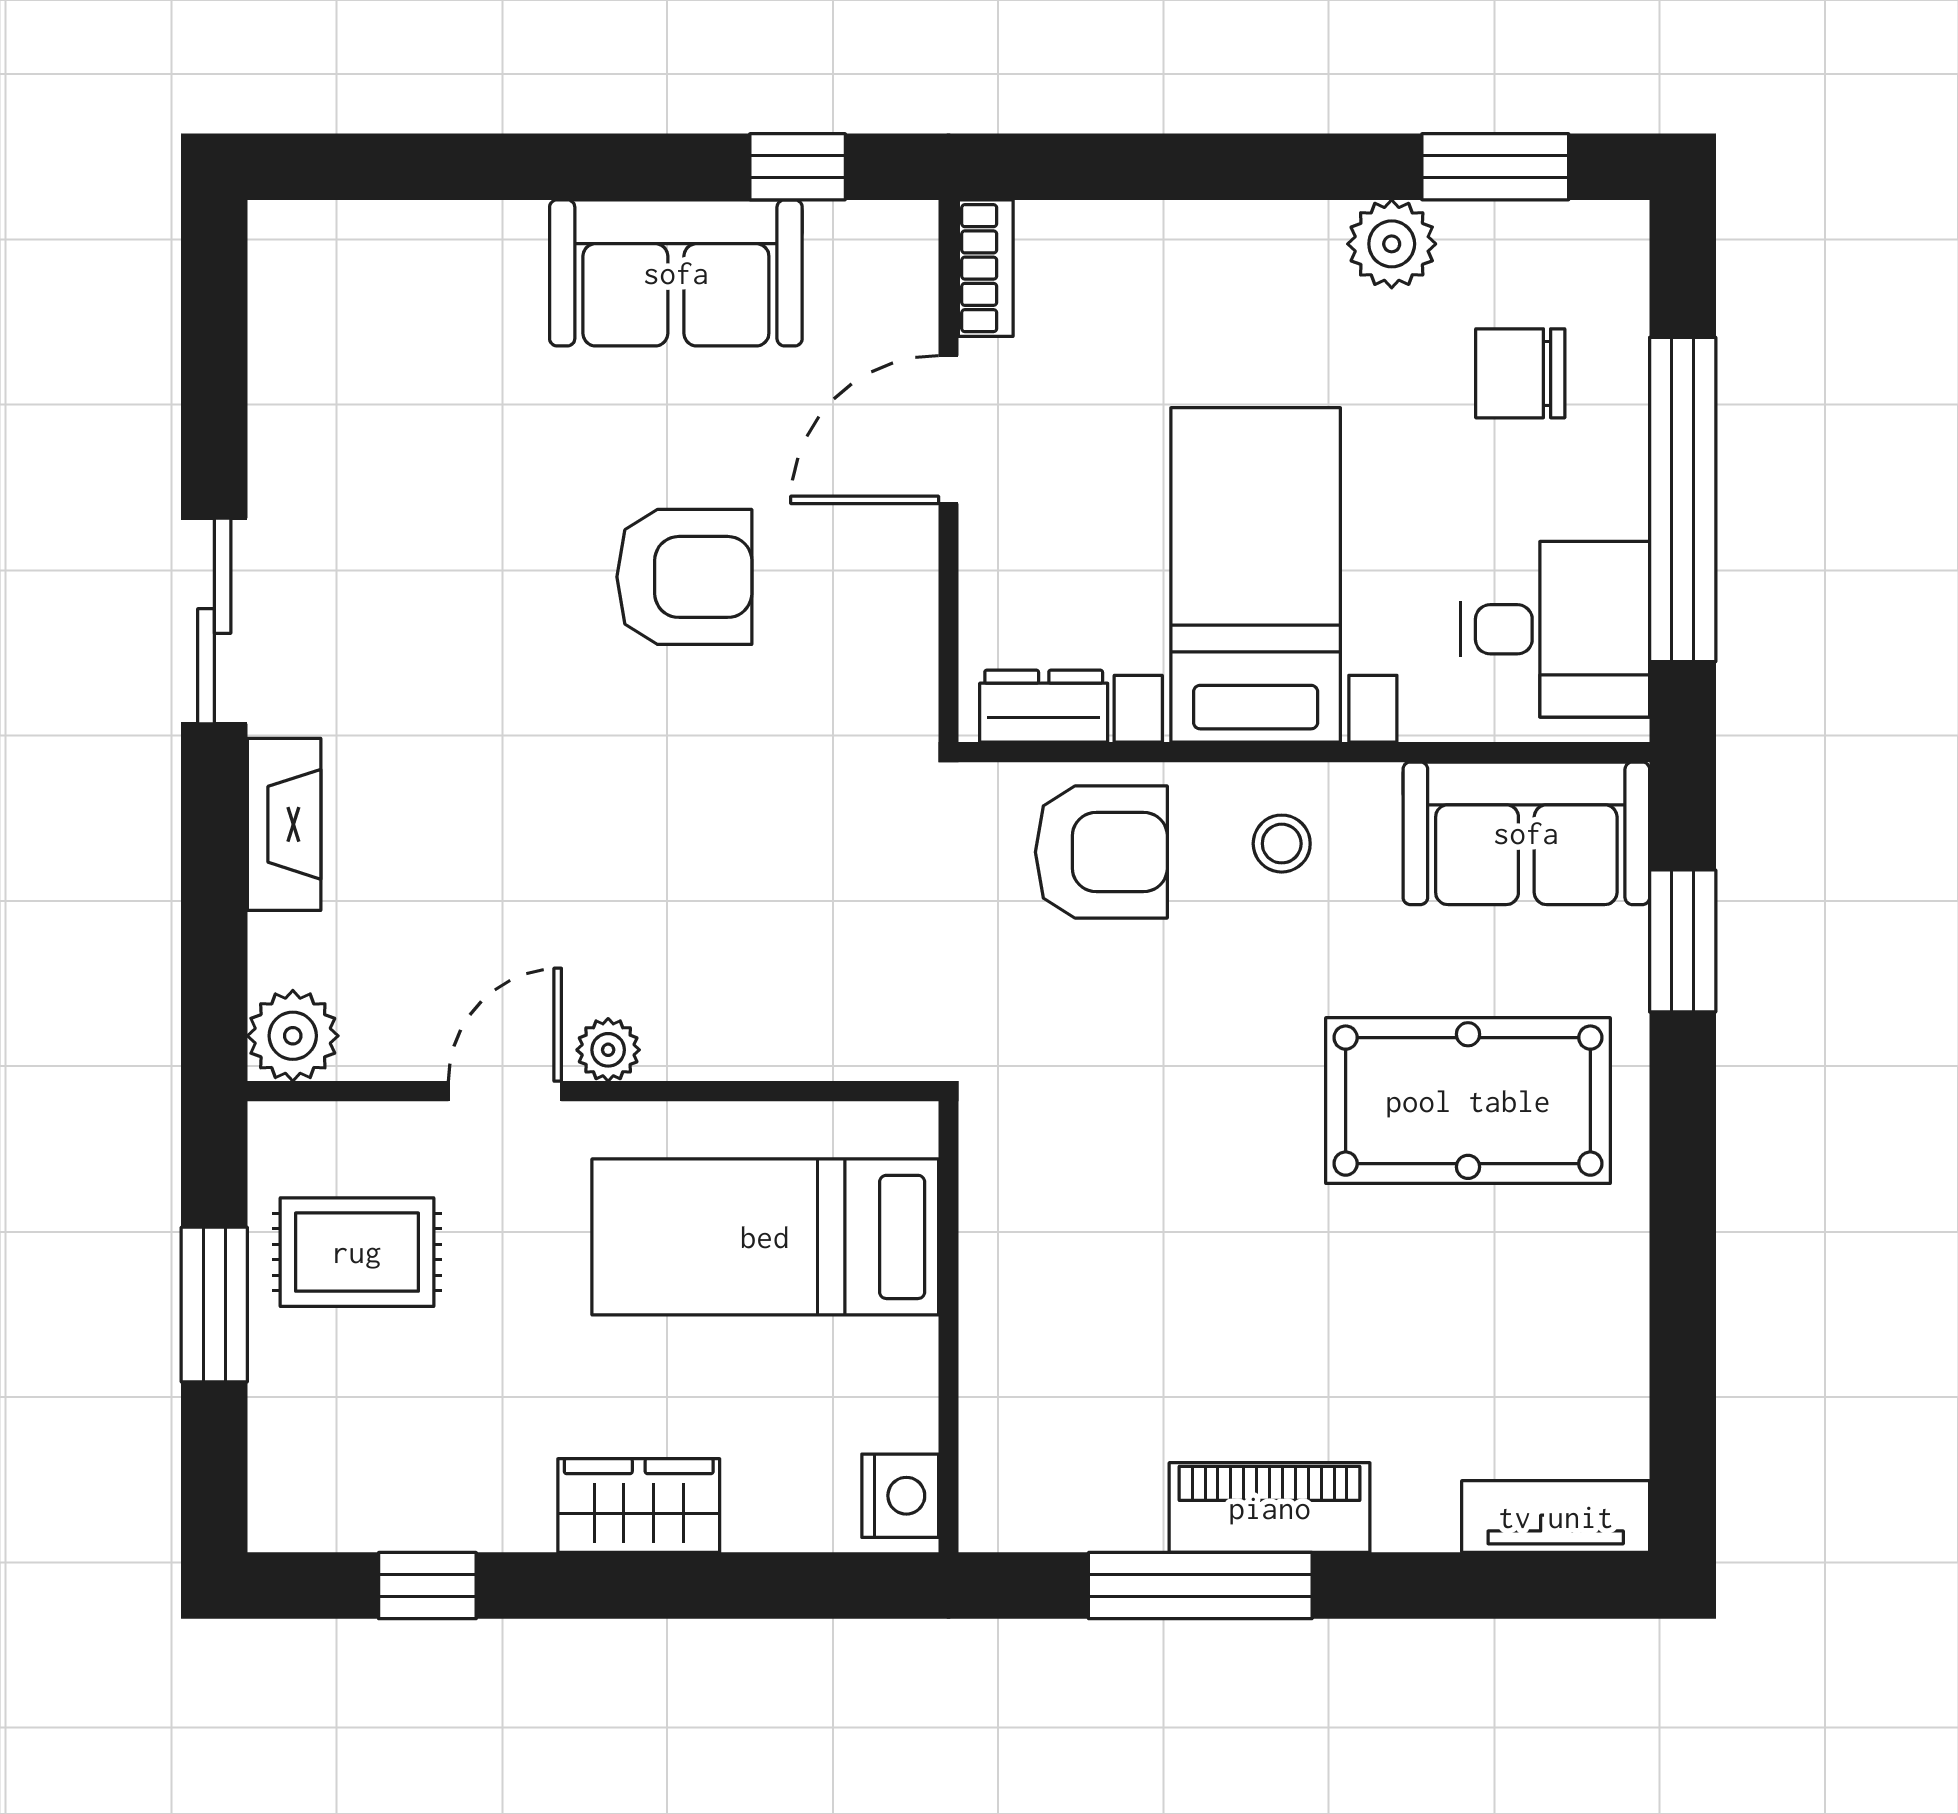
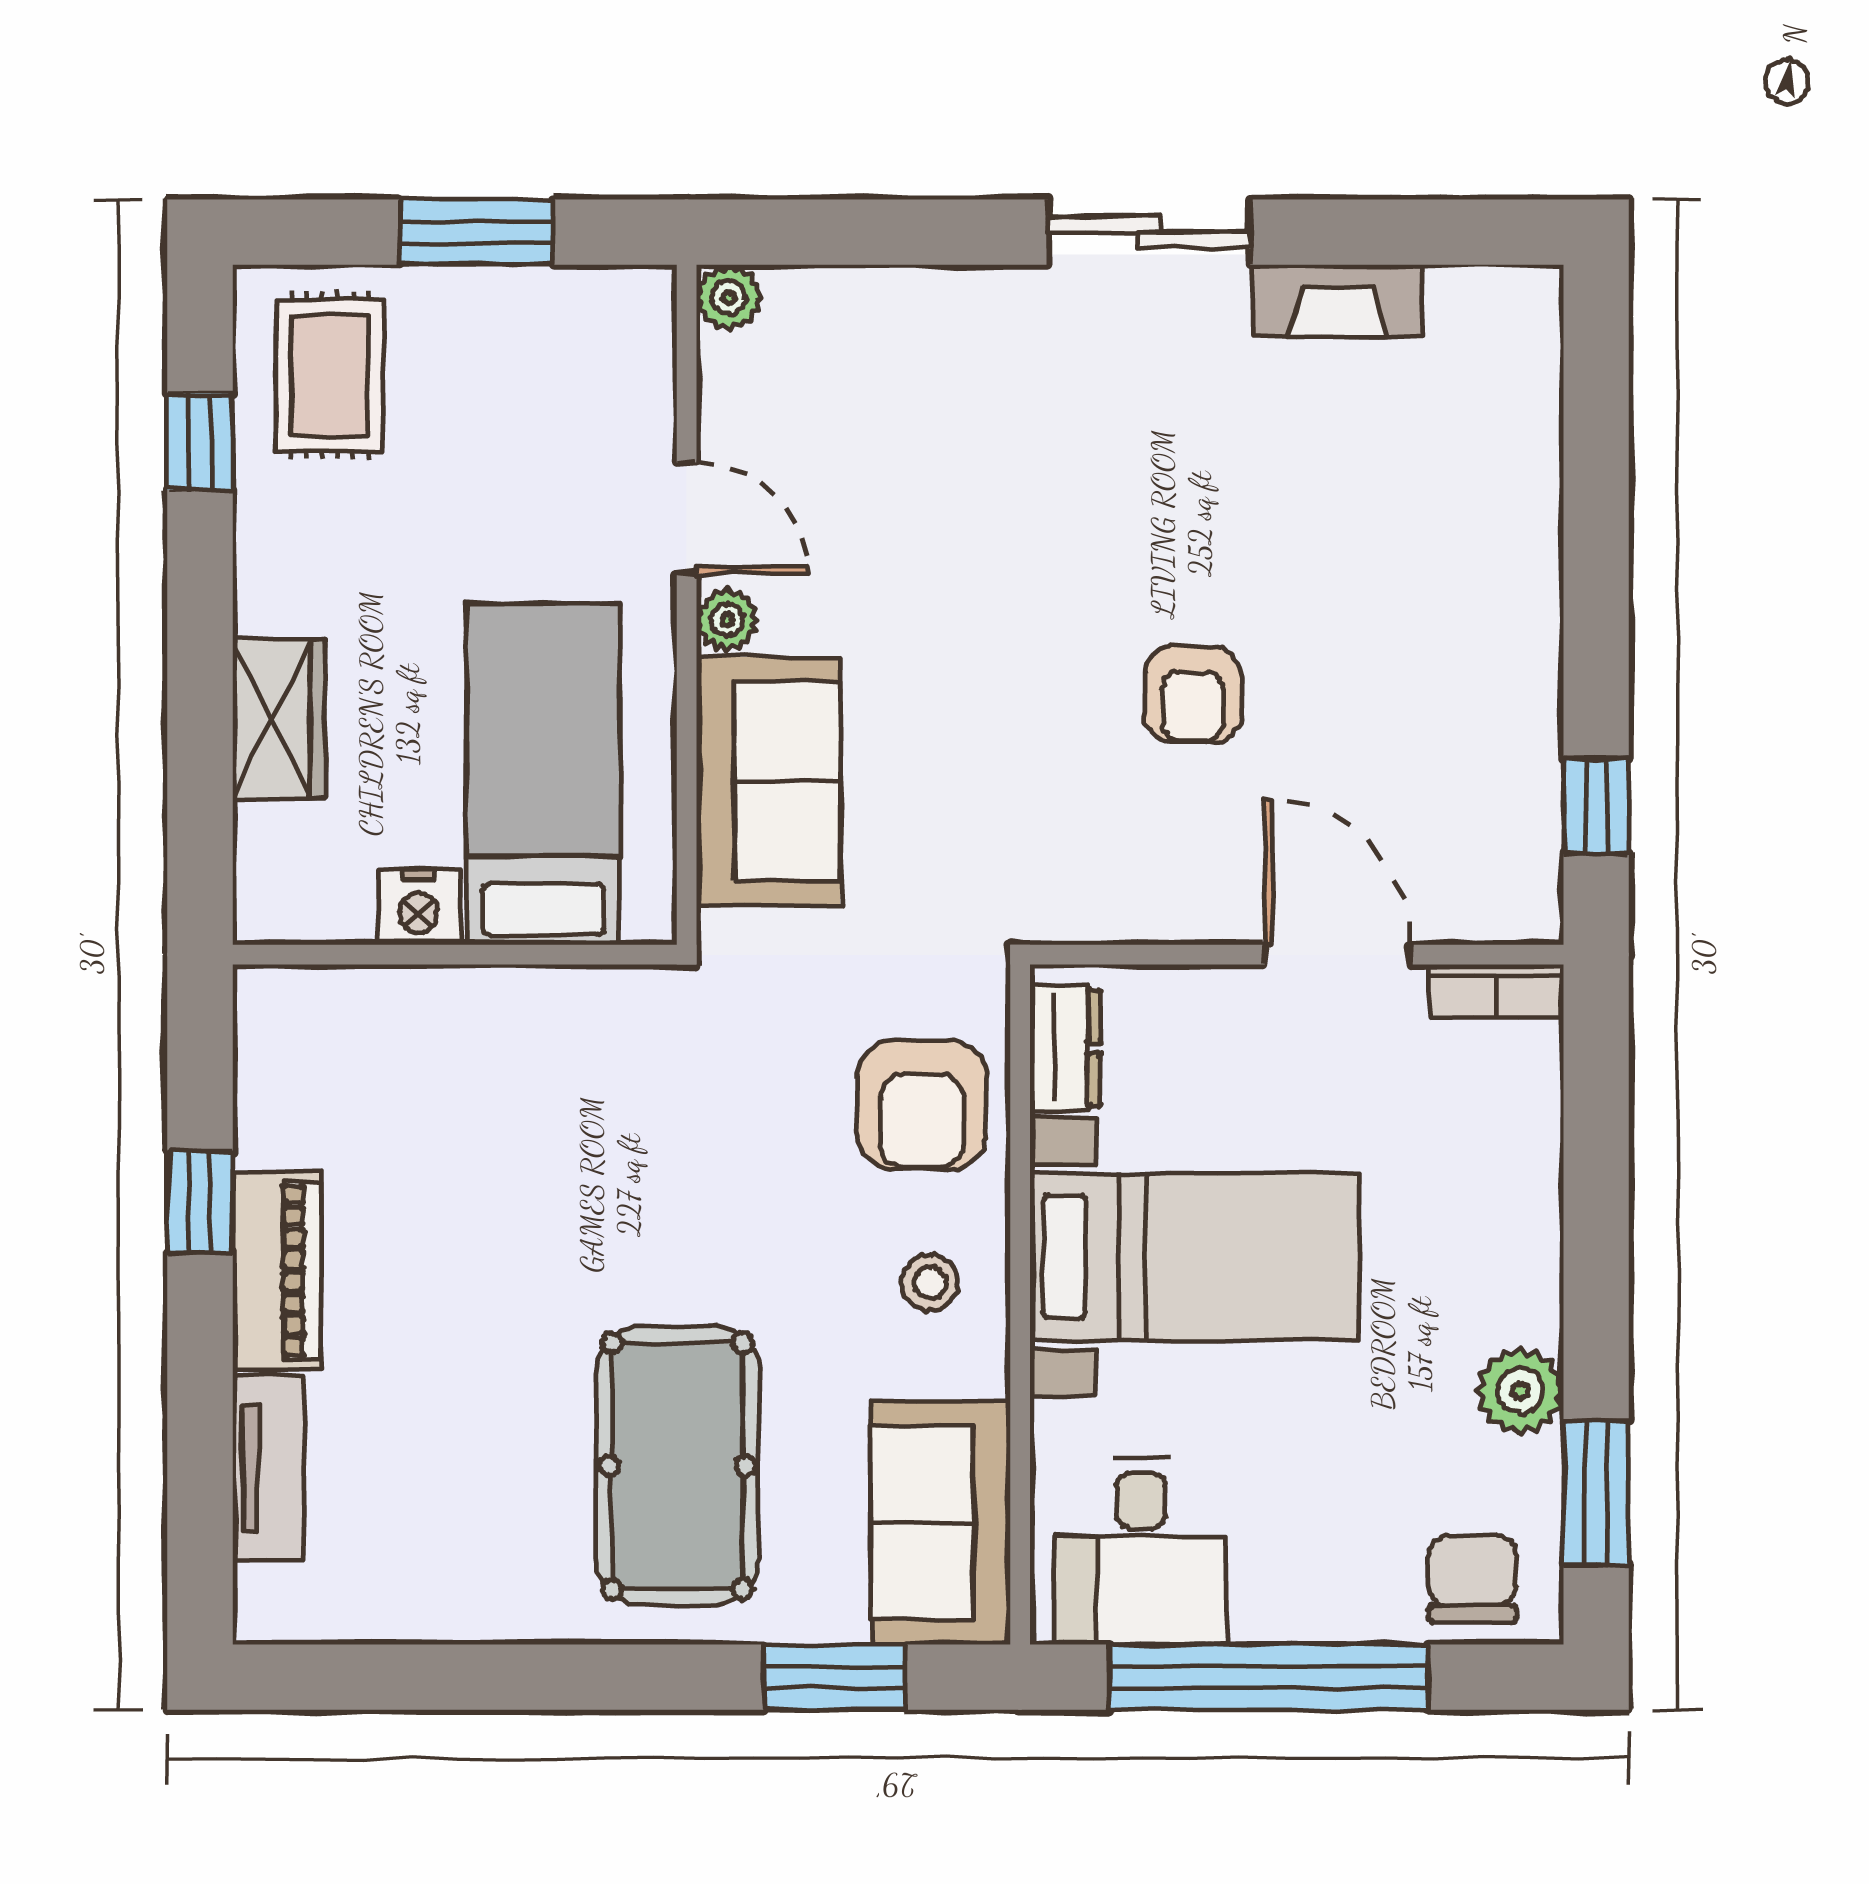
sofa: (676, 273) -> (768, 781), moved, turned 180
chair: (1520, 373) -> (1472, 1579), moved
armchair: (684, 577) -> (1192, 695), width x0.72, depth x0.72
fireplace: (284, 824) -> (1338, 301), moved
plant: (293, 1036) -> (729, 297), width x0.73, depth x0.73
rug: (357, 1252) -> (330, 375), moved
nightstand: (900, 1496) -> (419, 907), moved
wardrobe: (639, 1506) -> (279, 719), moved
tv unit: (1556, 1517) -> (268, 1468), moved
window: (1200, 1586) -> (200, 1202), width x0.46

